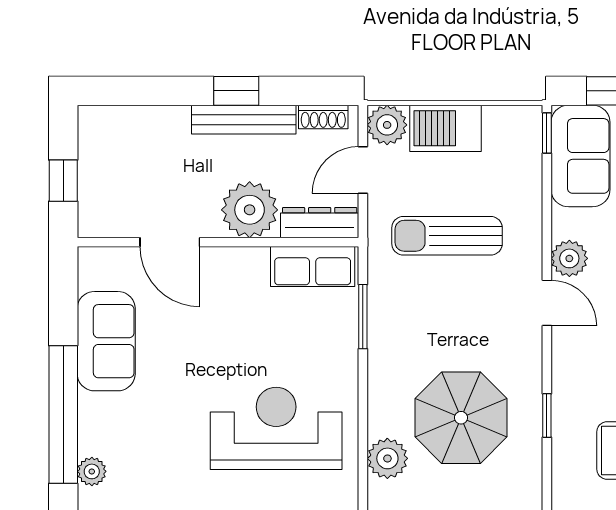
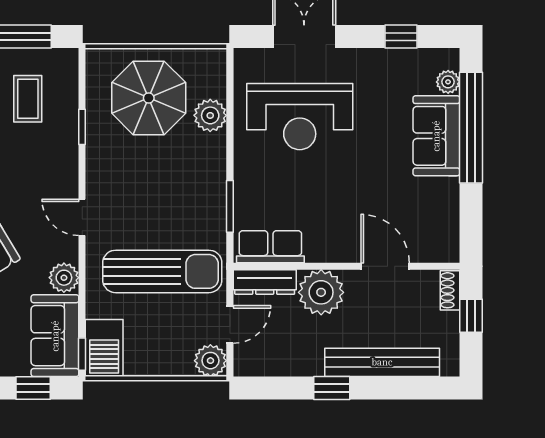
shoe rack: (323, 117) -> (450, 290), moved, turned -90
bench: (244, 120) -> (382, 362), moved, width x1.37, depth x1.21
barbecue: (445, 128) -> (104, 348), moved, turned 90
sun lounger: (447, 236) -> (162, 271), width x1.36, depth x1.34
plant: (569, 258) -> (64, 278), moved
sofa: (106, 341) -> (436, 136), moved
parasol: (461, 418) -> (149, 98), moved
plant: (387, 458) -> (210, 115), moved

